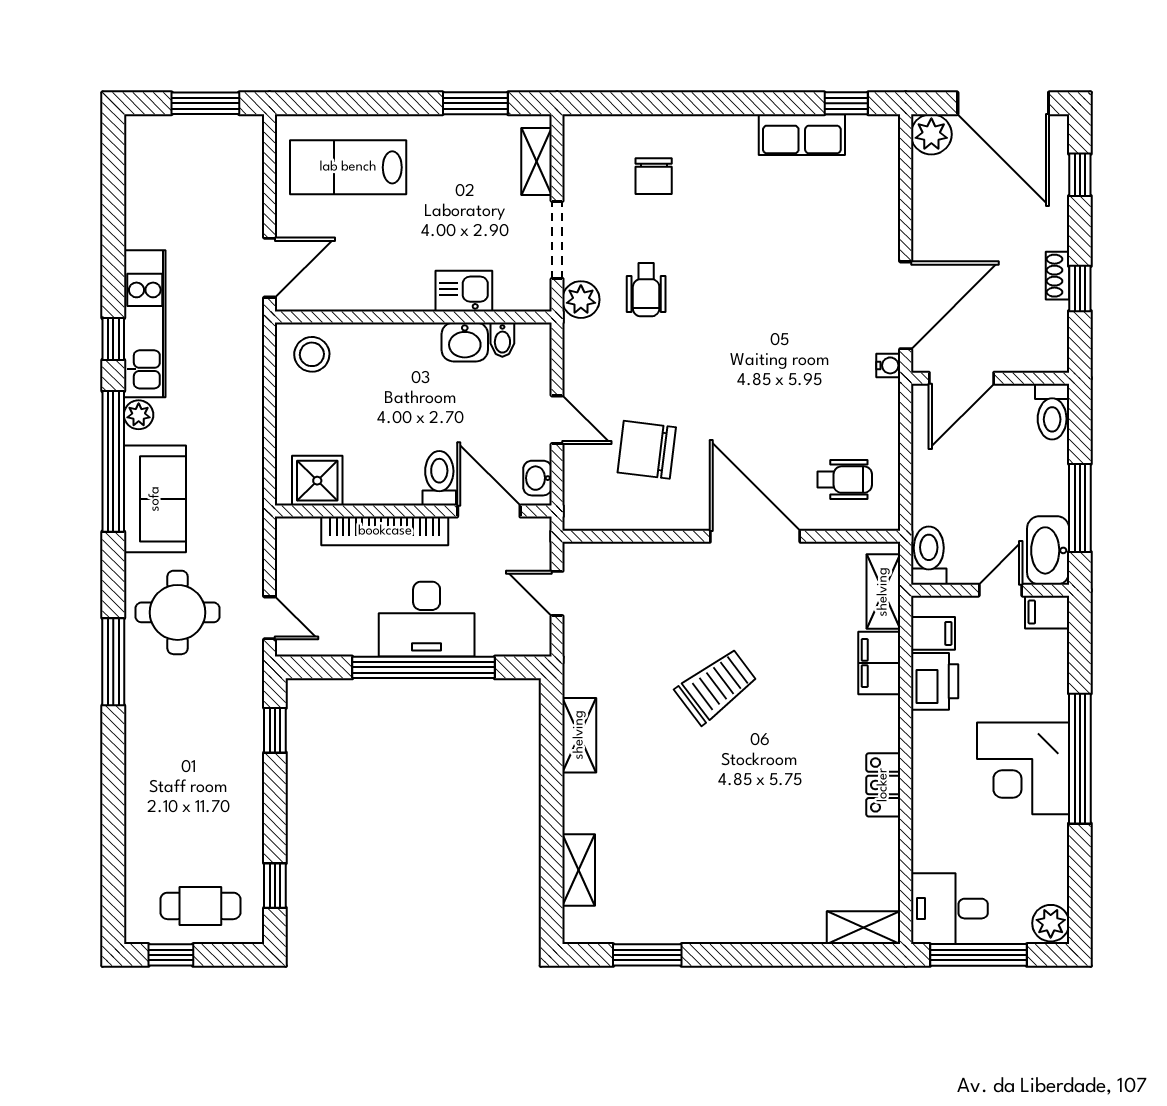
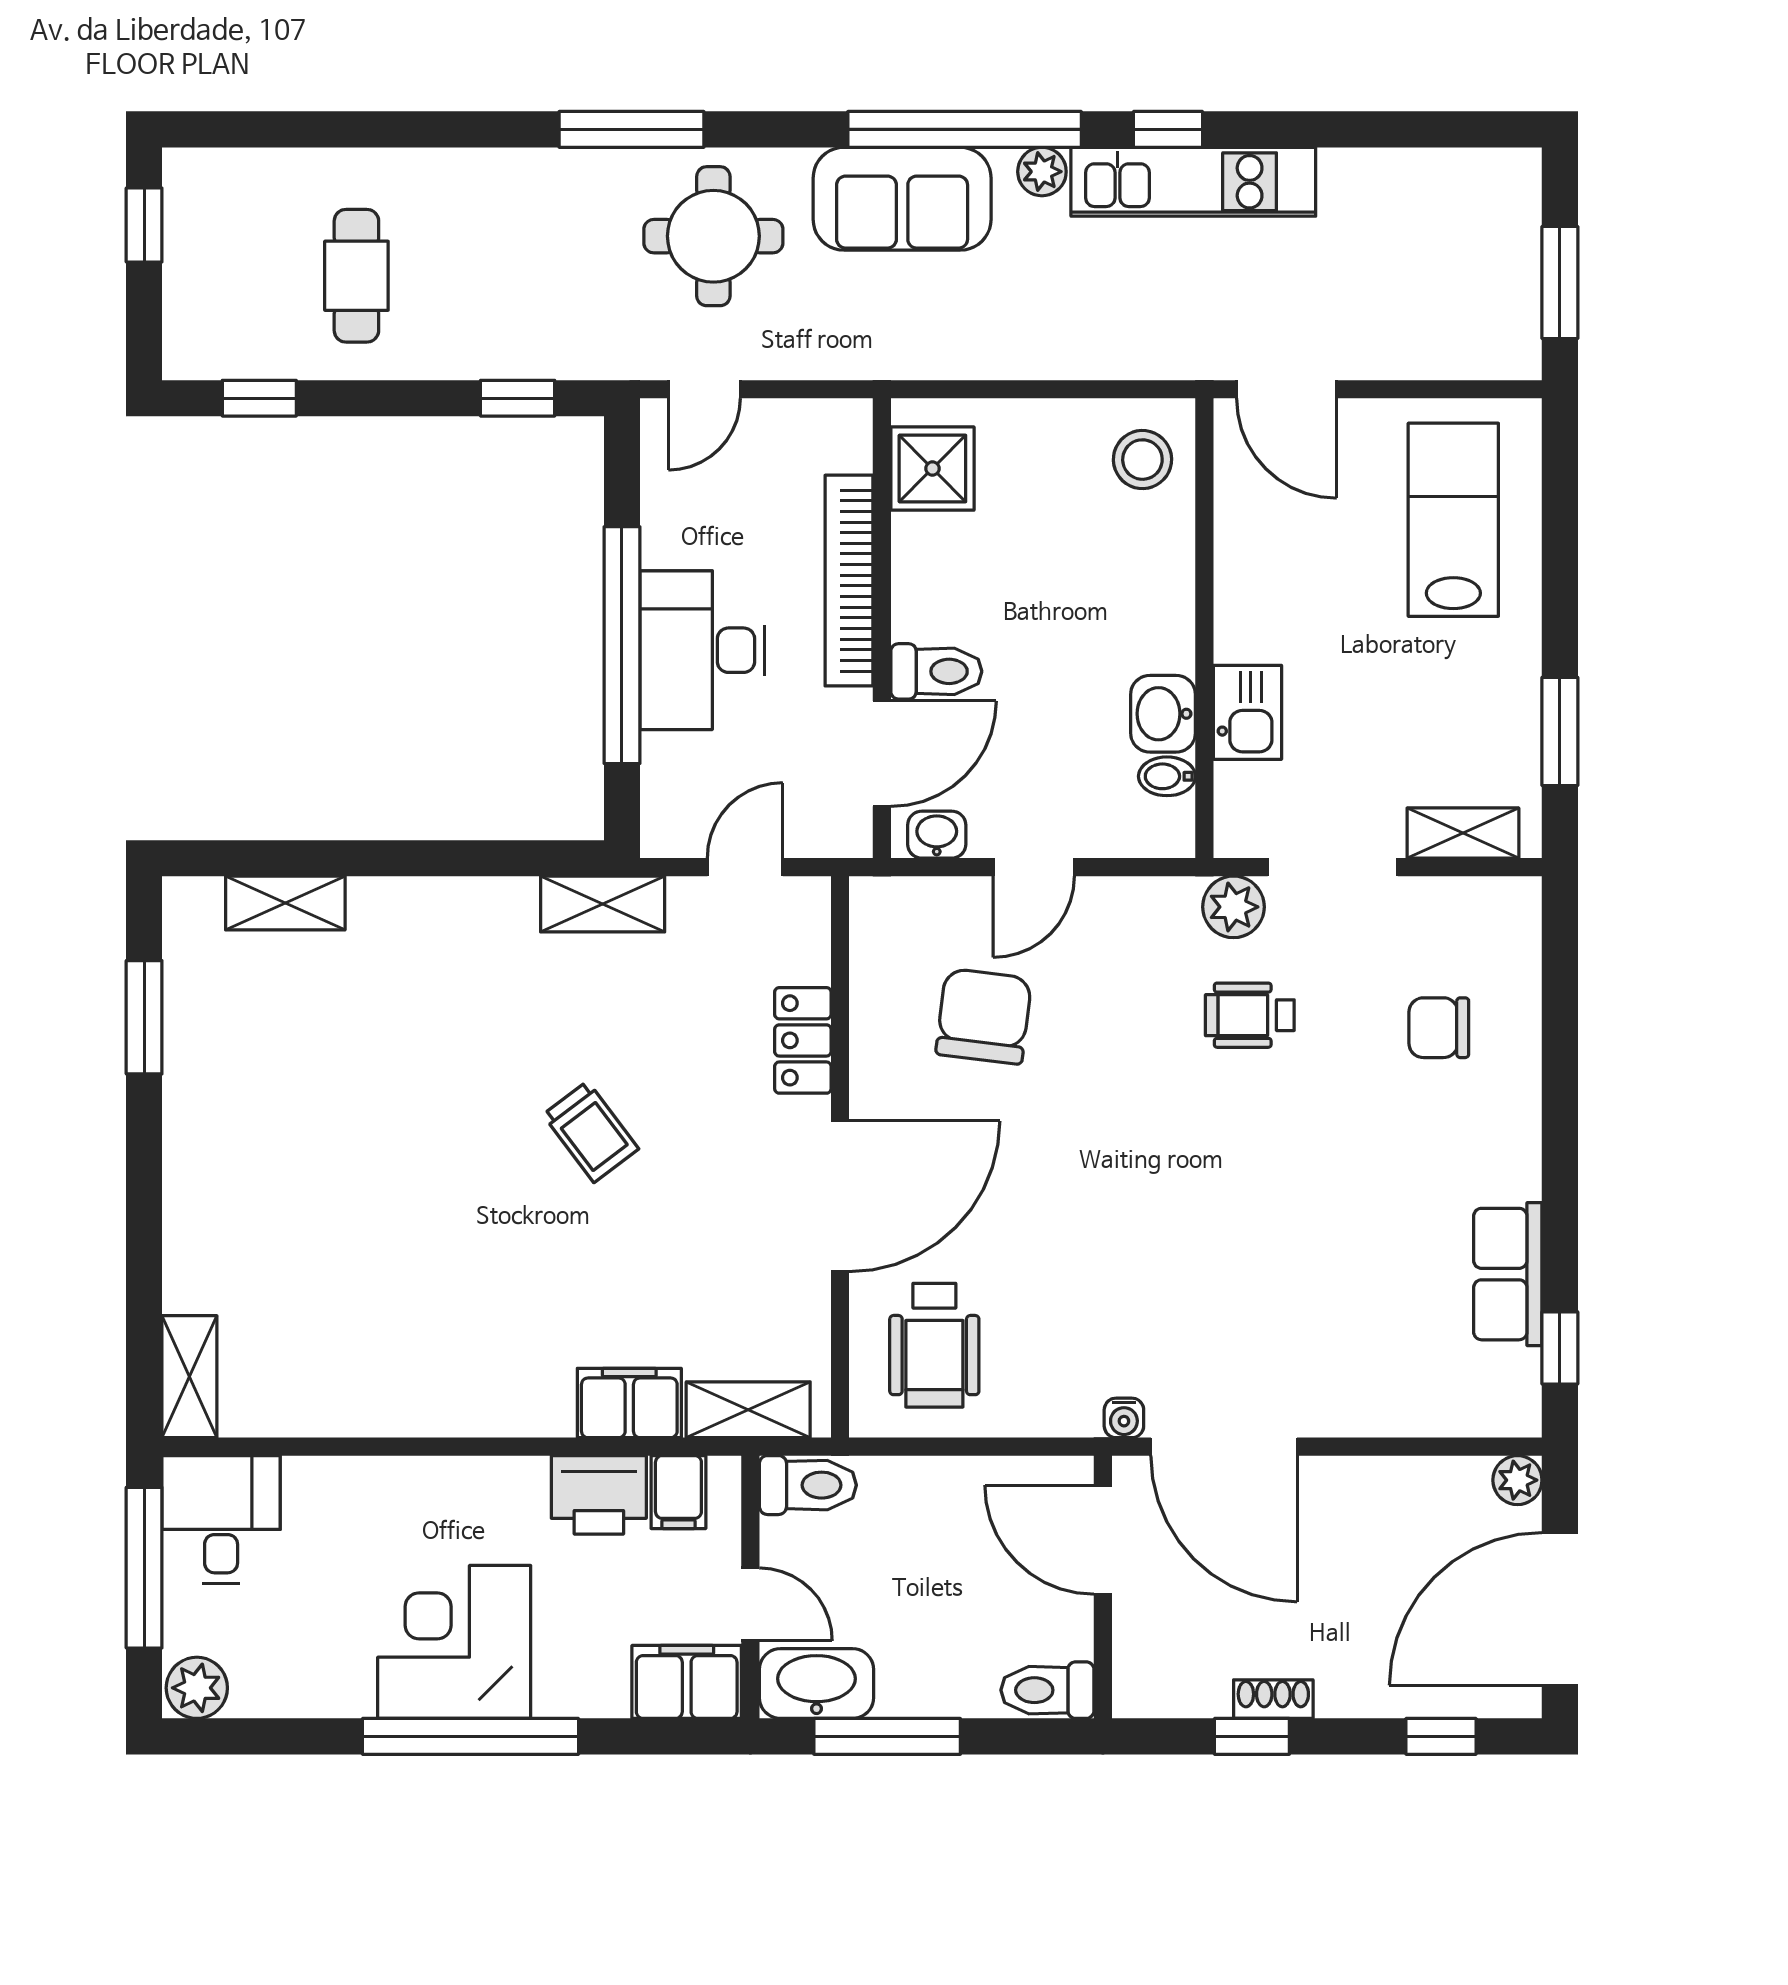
plant: (931, 134) -> (1517, 1480), width x0.73, depth x0.73
wheelchair: (845, 480) -> (934, 1345), width x1.36, depth x1.37
filing cabinet: (1047, 612) -> (687, 1682), width x2.00
trolley: (716, 686) -> (591, 1132), width x0.73, depth x0.72
shelving: (579, 735) -> (603, 904), moved
locker: (883, 785) -> (803, 1040), moved, turned -90
cafe table: (200, 906) -> (356, 276), moved

